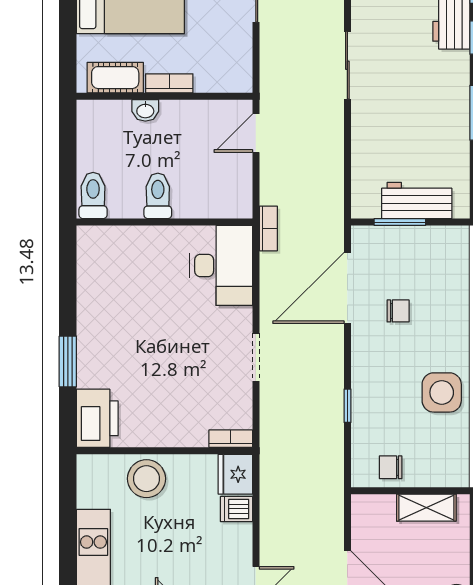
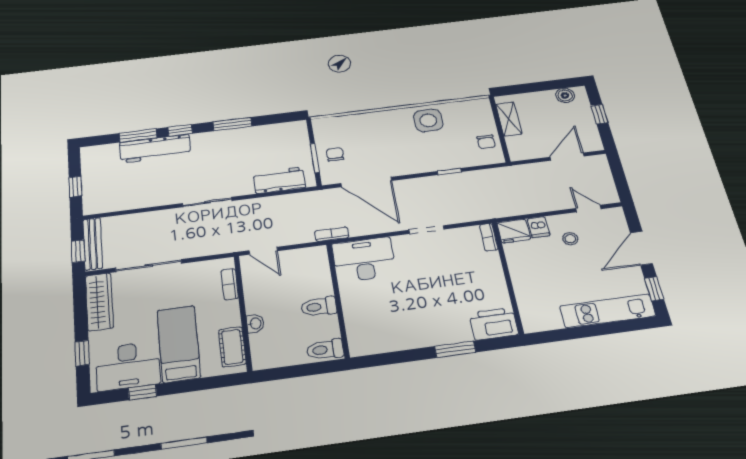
bookcase: (169, 83) -> (230, 284), moved
workbench: (417, 200) -> (279, 180), moved, turned 90
chair: (398, 311) -> (335, 154), moved
stool: (146, 479) -> (570, 239), moved, width x0.53, depth x0.53

